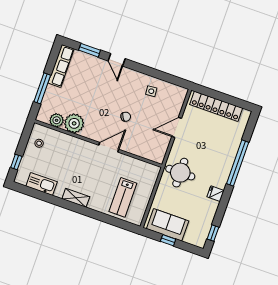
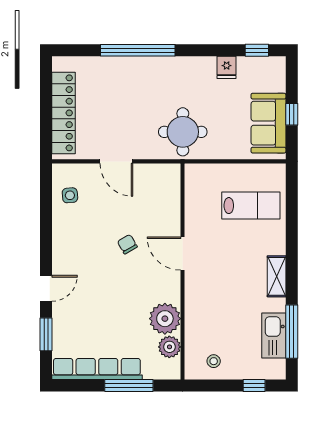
row of seats: (61, 66) -> (97, 369), width x1.36
side table: (151, 91) -> (70, 195), moved
fridge: (216, 194) -> (227, 67), moved
window: (40, 195) -> (292, 332), added

